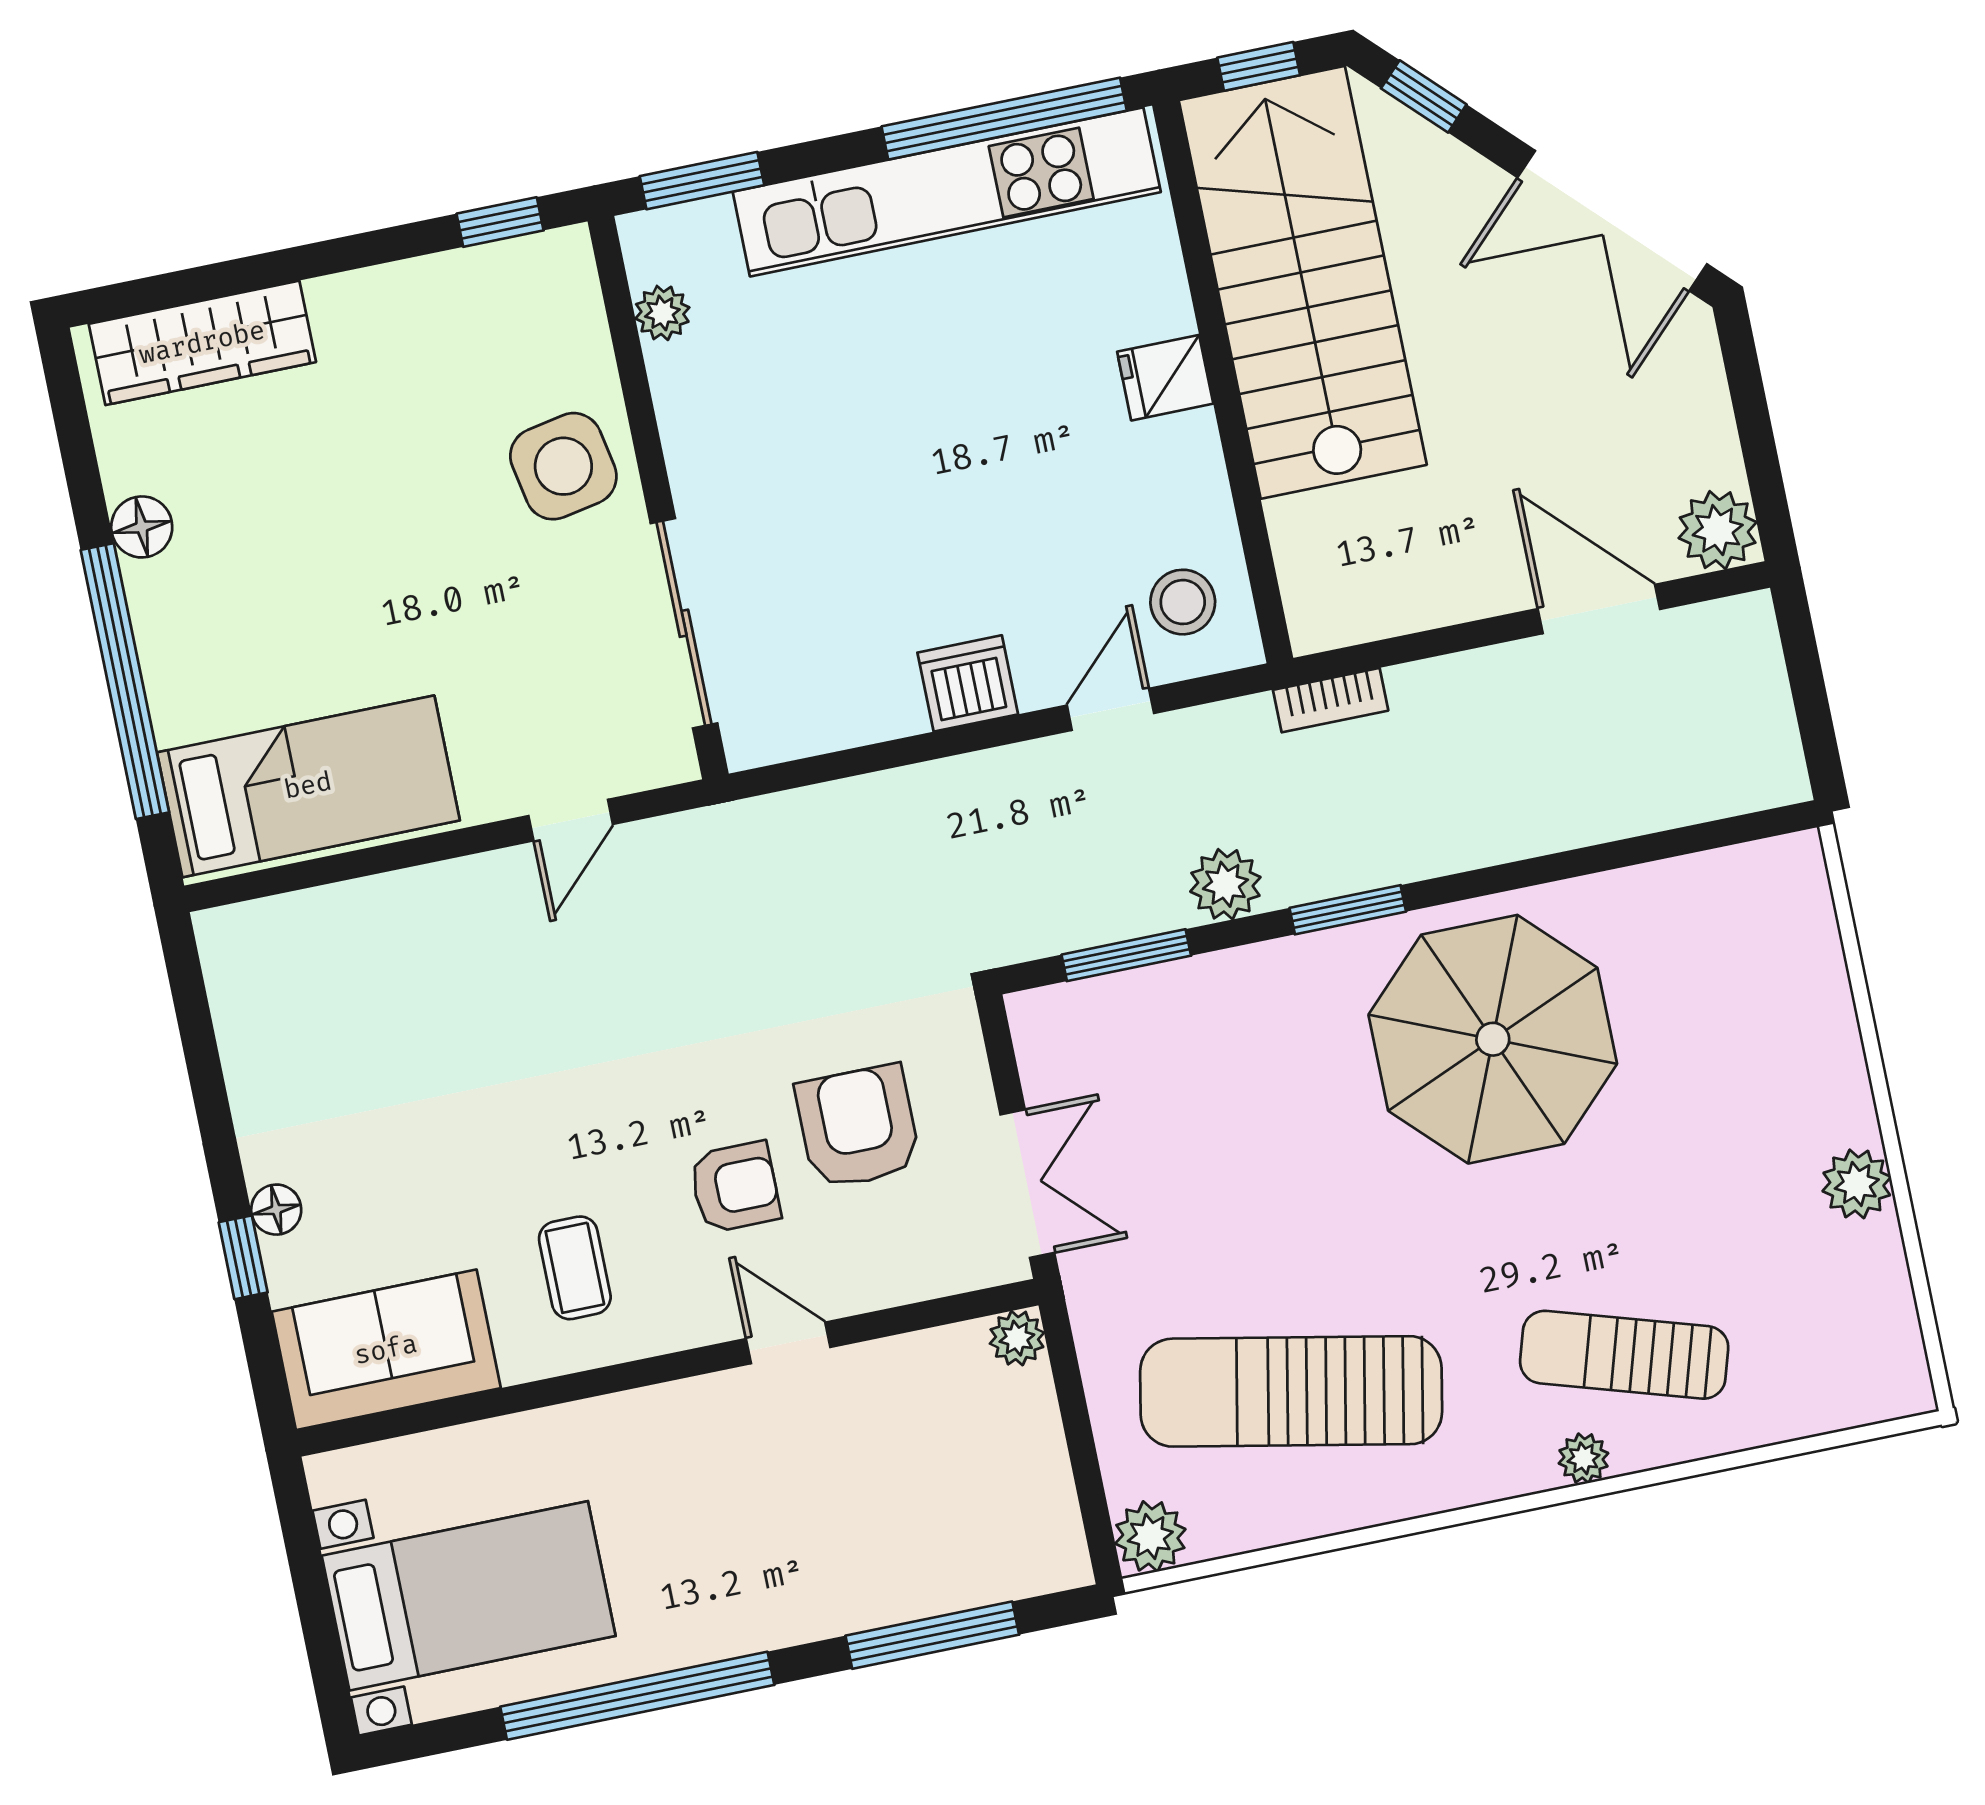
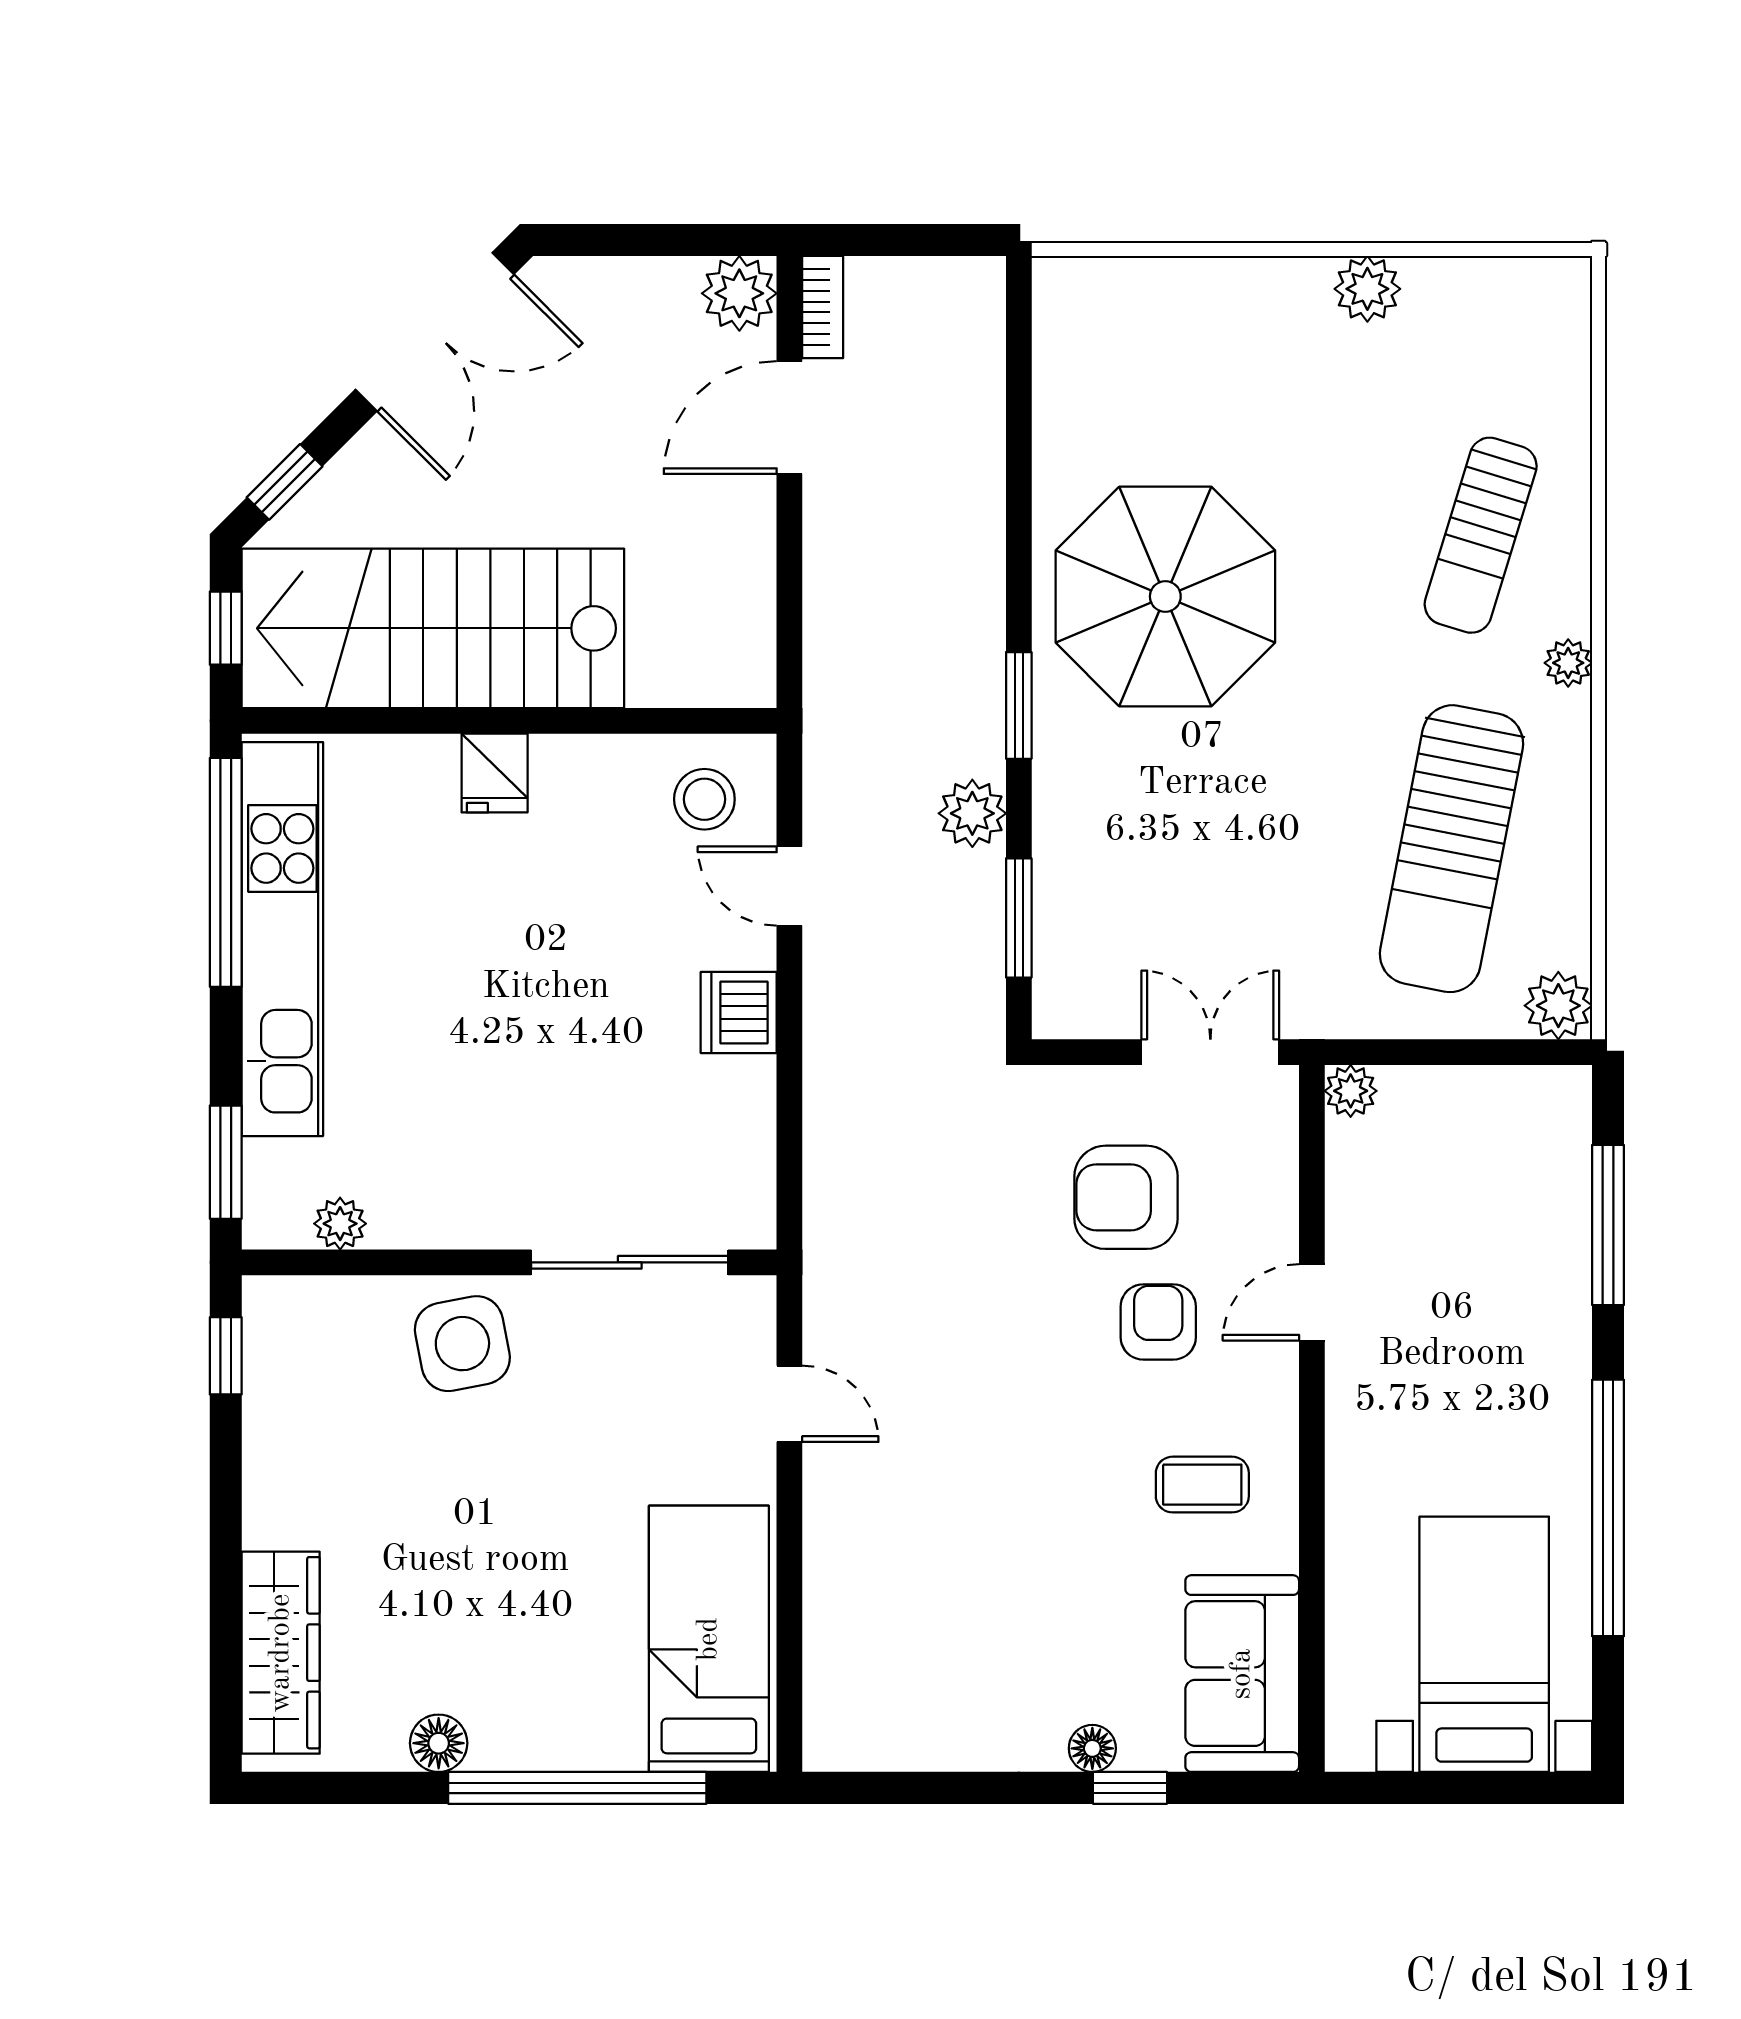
bookcase: (1331, 700) -> (823, 307), moved
plant: (1584, 1458) -> (1568, 663), moved

